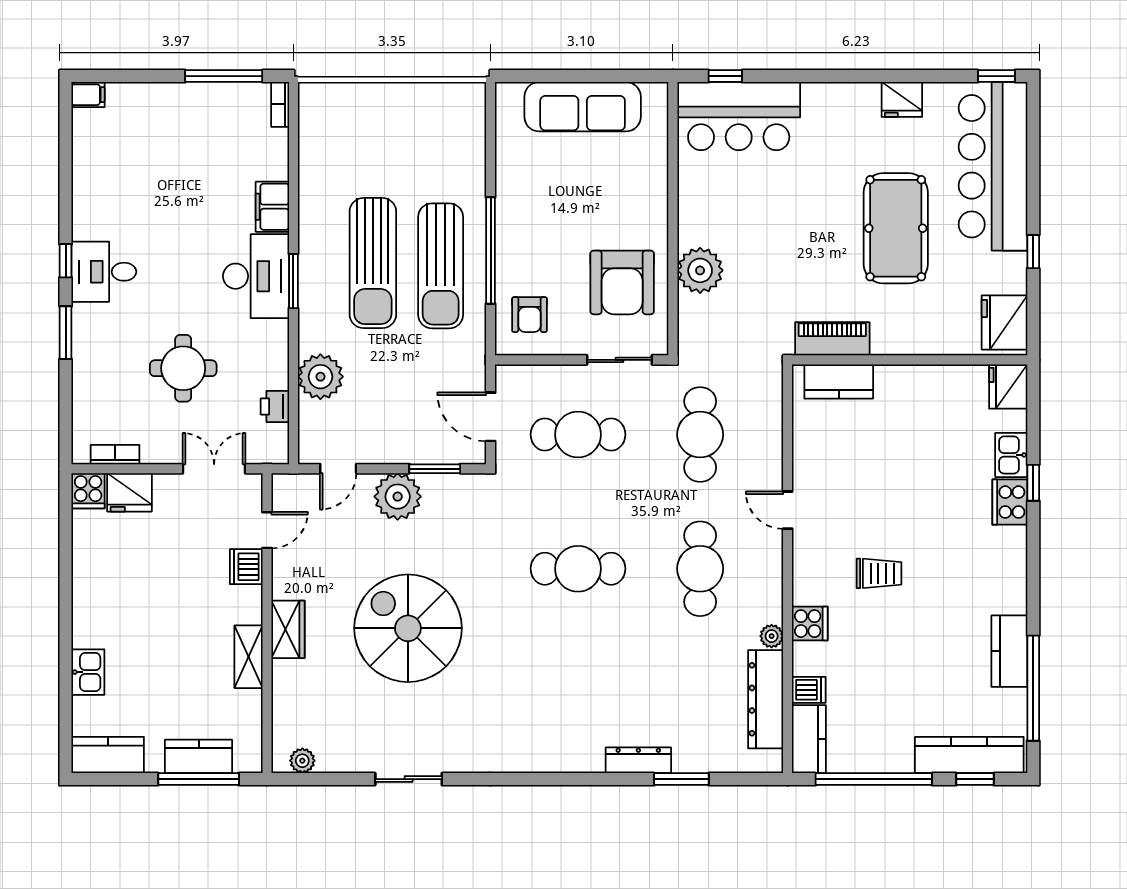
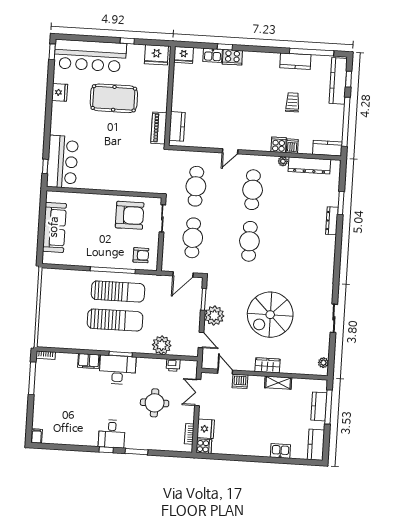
plant: (700, 270) -> (127, 182), removed
cafe table: (700, 434) -> (196, 186), turned 90
cafe table: (700, 569) -> (253, 190), turned 90
trolley: (879, 573) -> (292, 102), moved
dishwasher: (809, 690) -> (292, 146), moved

